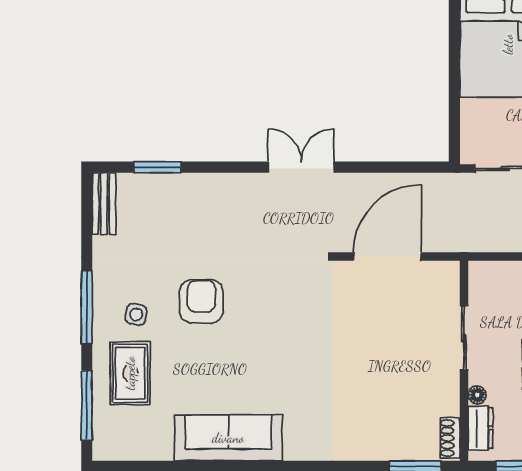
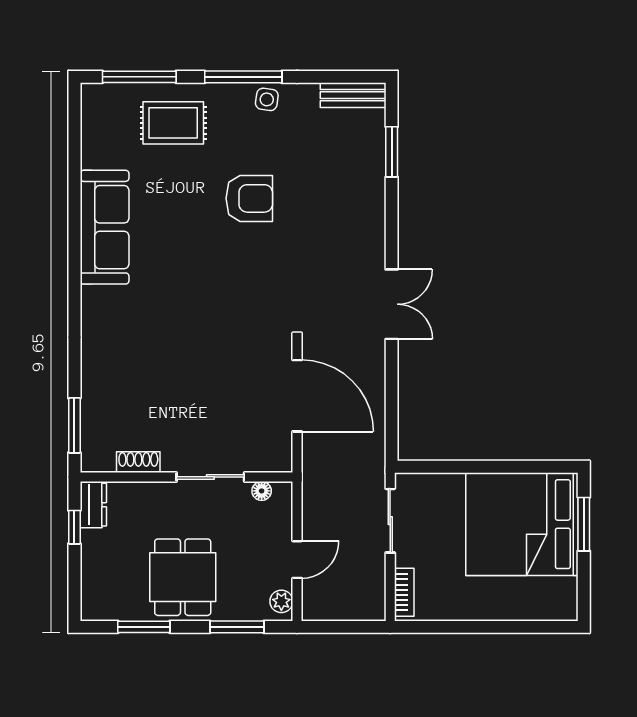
side table: (136, 314) -> (267, 99), moved
floor lamp: (477, 395) -> (262, 491), moved
dresser: (480, 428) -> (93, 505), moved, turned -90
shoe rack: (450, 438) -> (138, 462), moved

